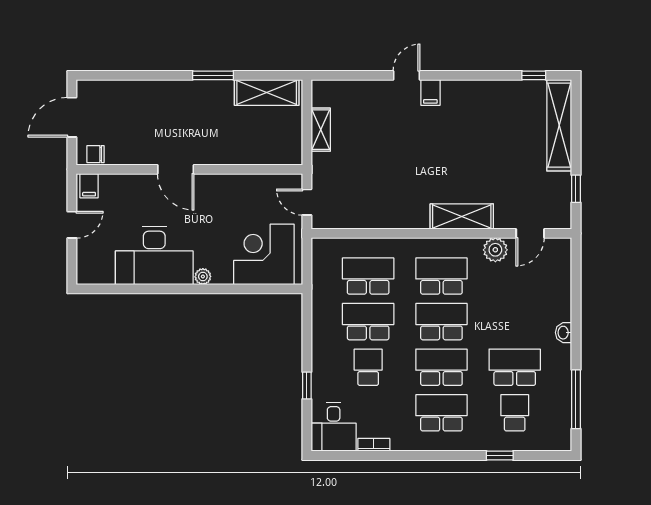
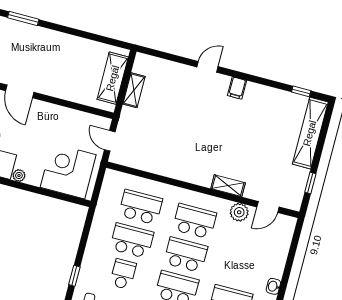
window: (213, 75) -> (23, 18), moved
shelving: (267, 92) -> (113, 78), moved, turned 90
filing cabinet: (430, 92) -> (237, 88), moved
shelving: (462, 216) -> (228, 186), width x0.67, depth x0.75

